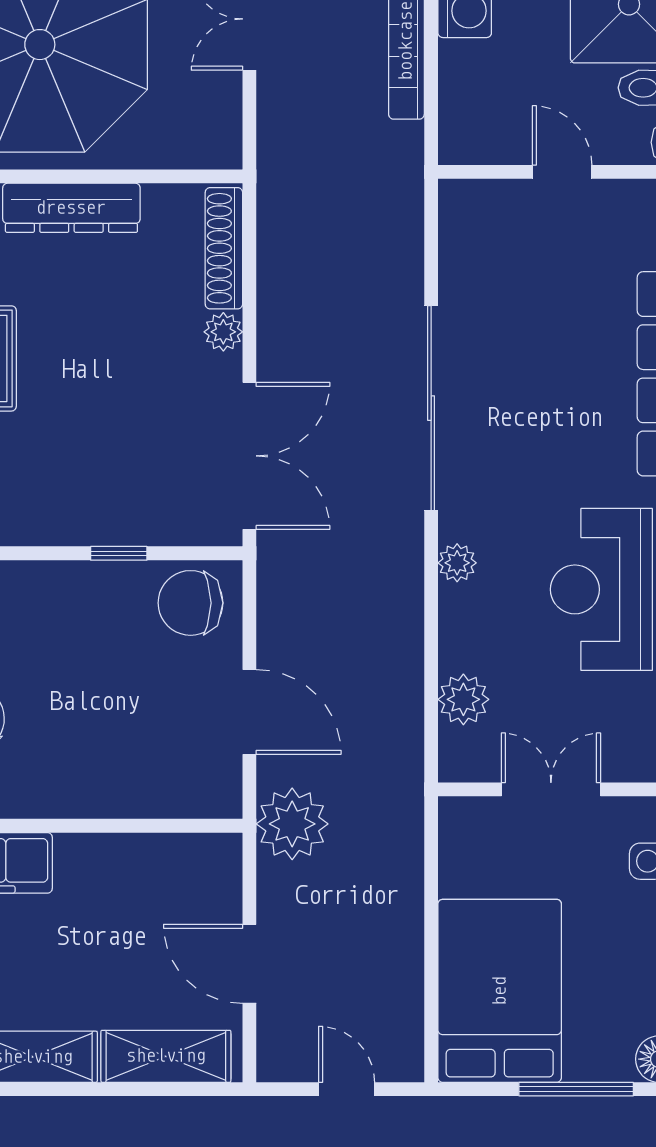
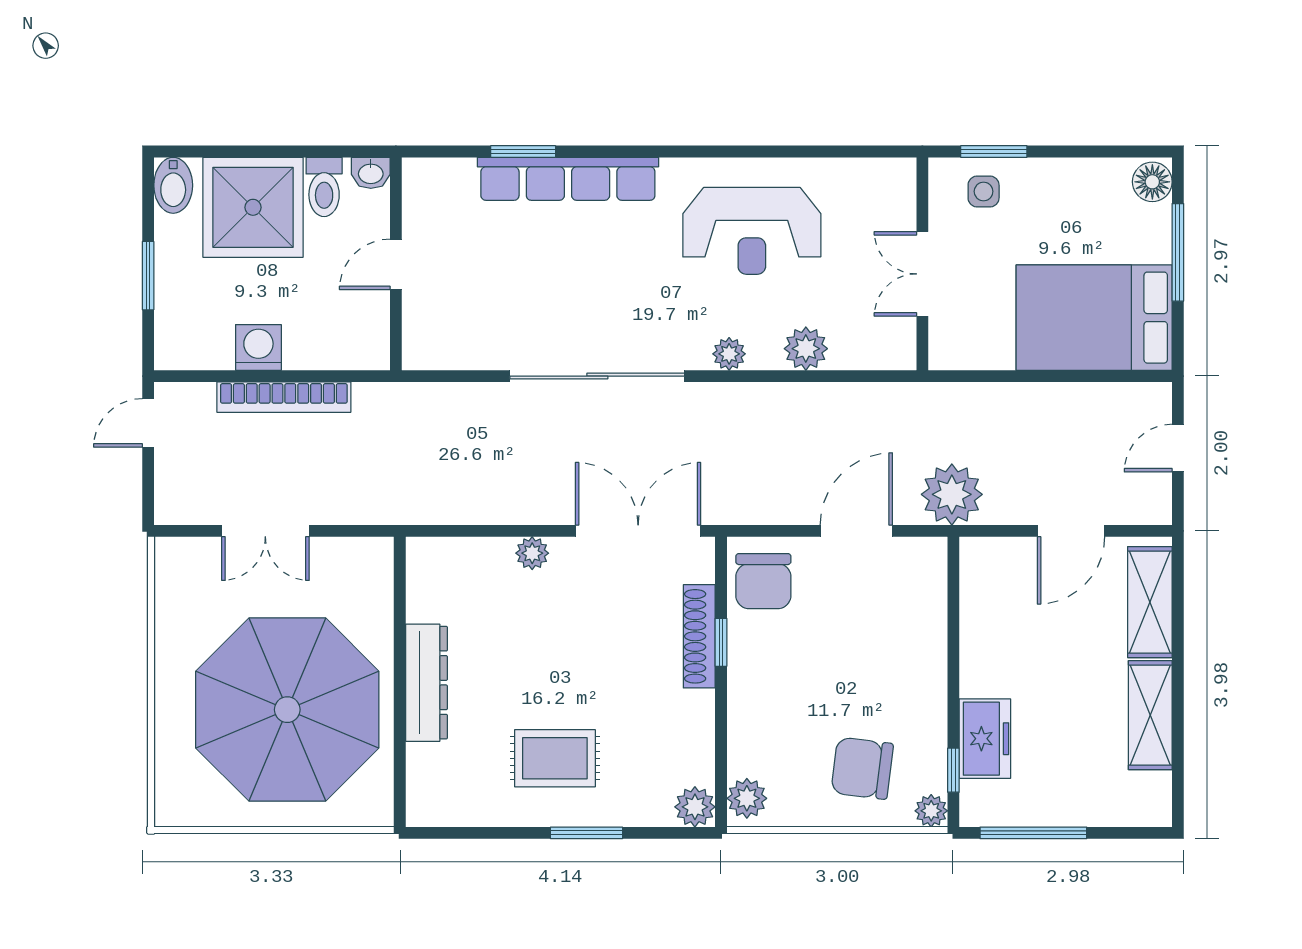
shoe rack: (224, 248) -> (699, 636), moved, turned 90
plant: (463, 699) -> (806, 349), moved

